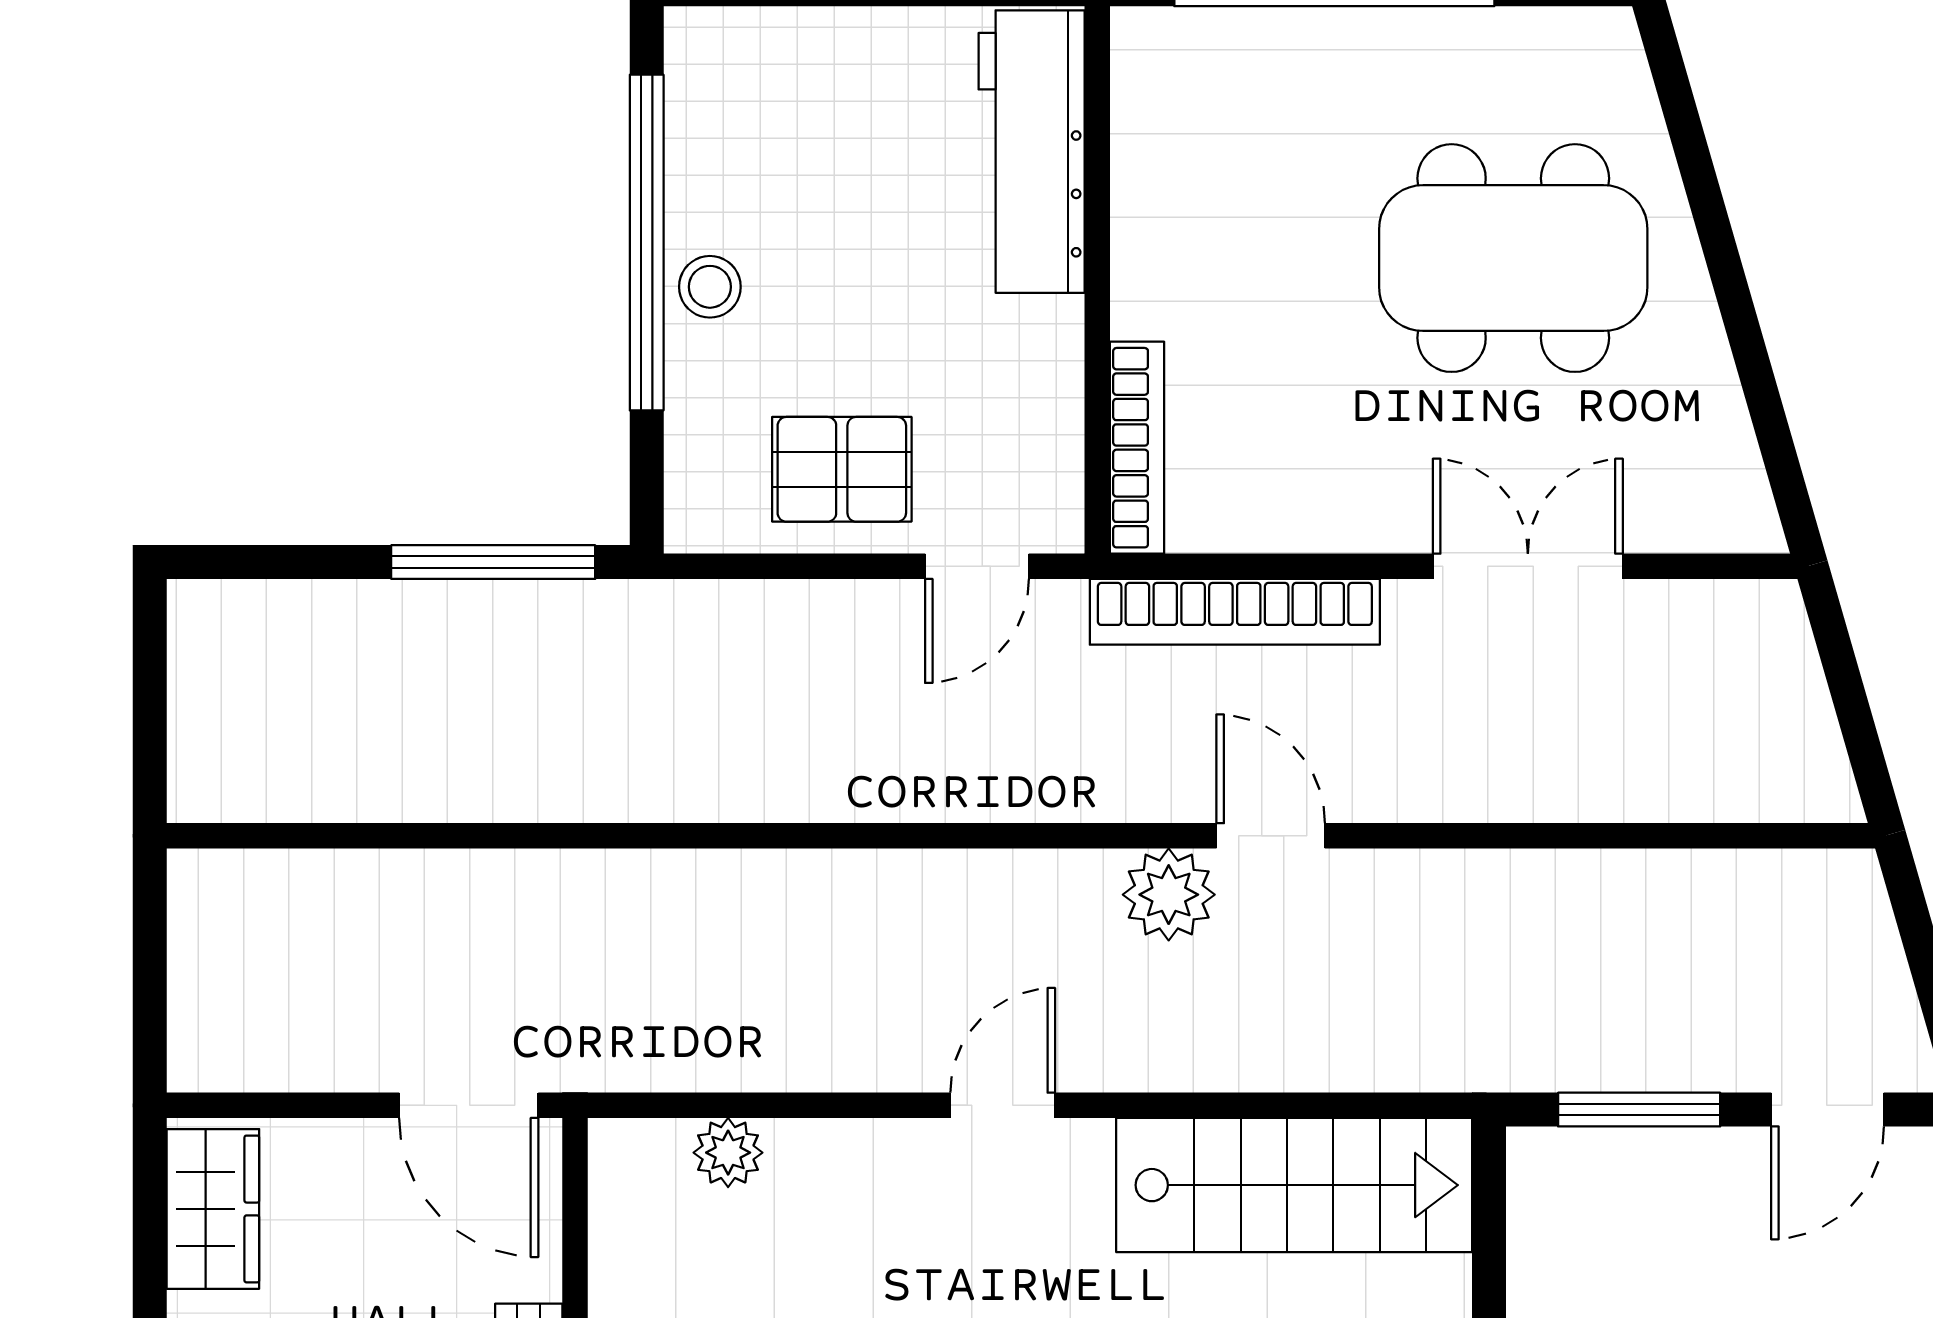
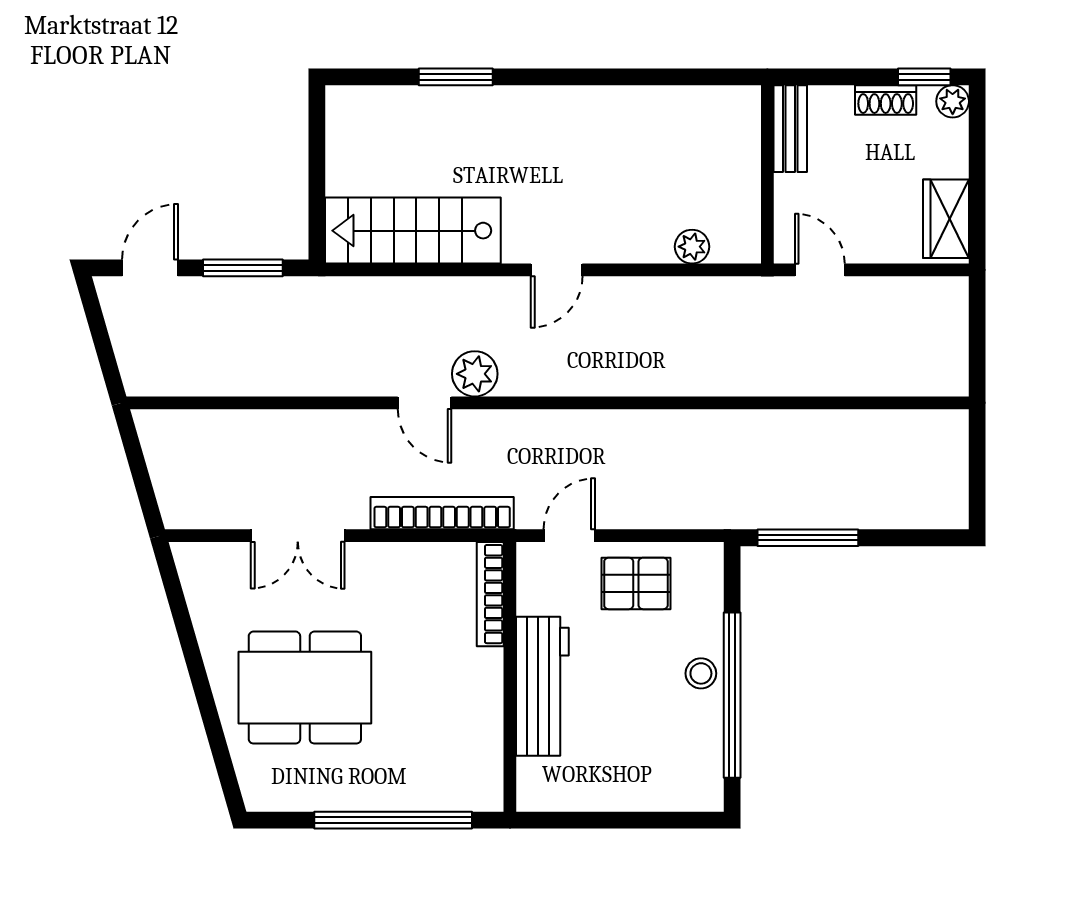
workbench: (1032, 152) -> (542, 686), moved
door: (469, 1105) -> (820, 270), width x0.73

